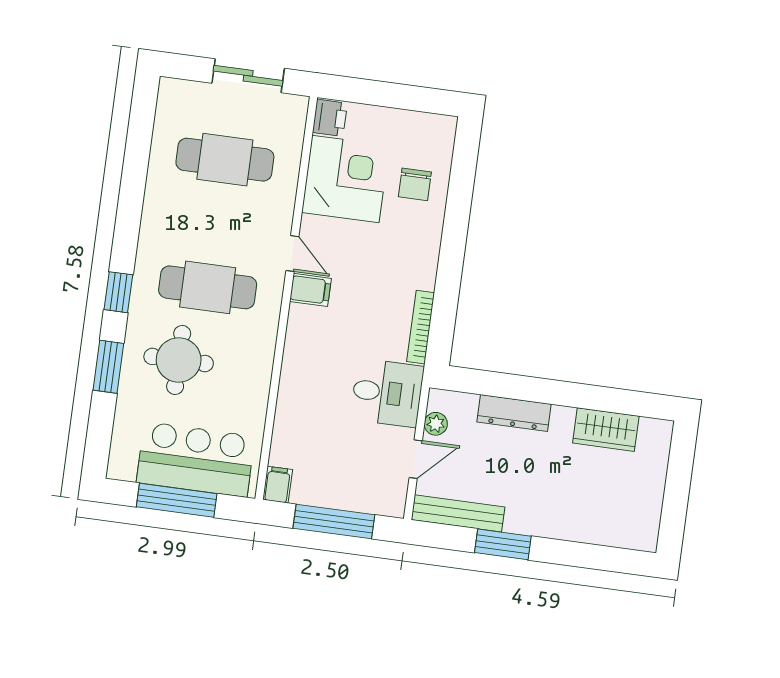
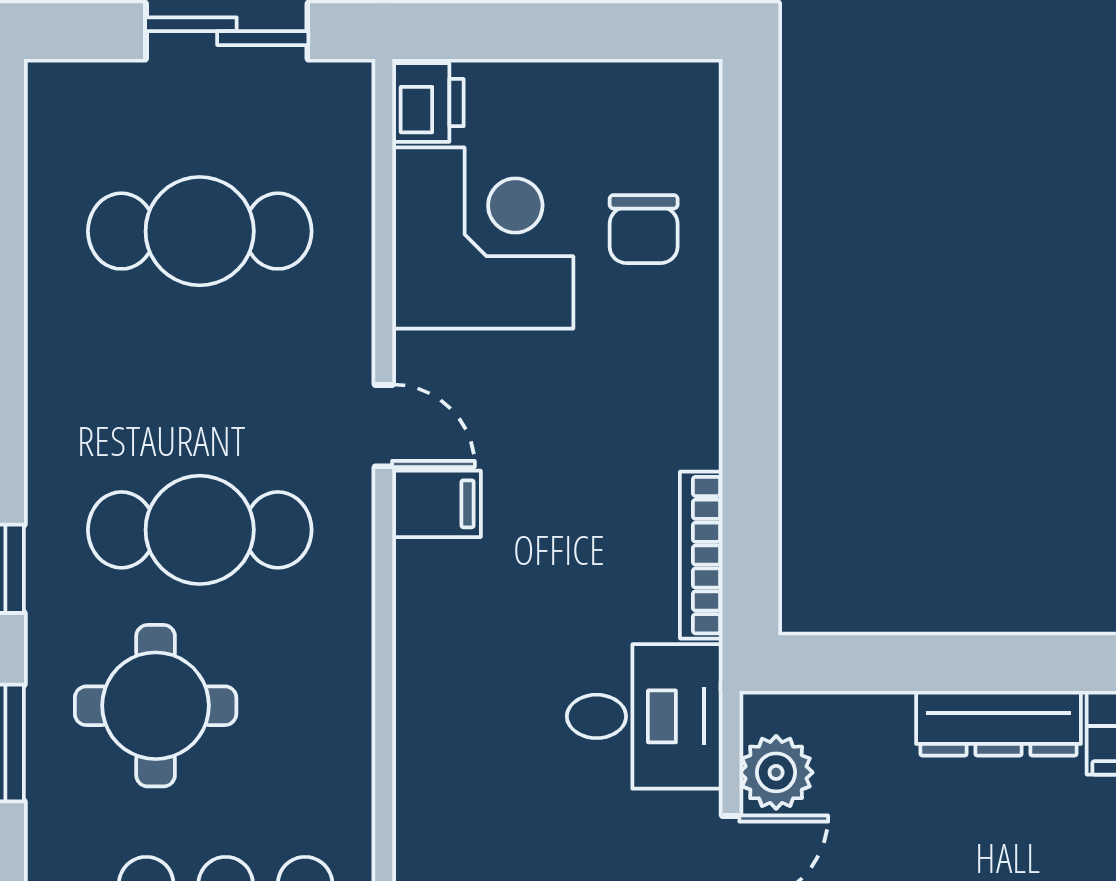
dresser: (514, 413) -> (998, 723), moved
plant: (436, 424) -> (776, 772), width x1.38, depth x1.38

